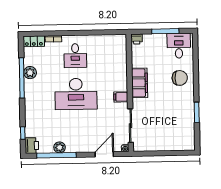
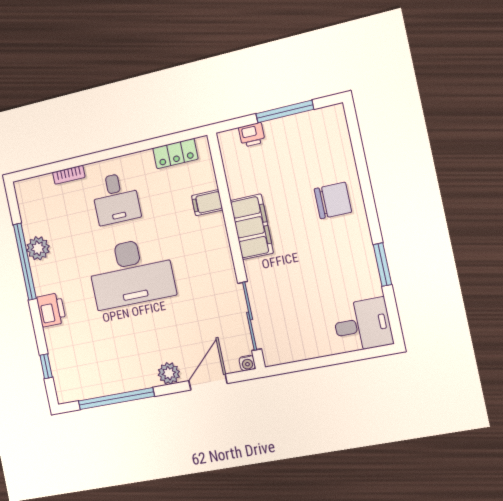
printer: (137, 39) -> (252, 135), moved
locker: (34, 41) -> (175, 154), moved
desk: (179, 46) -> (363, 325), moved, turned 90
filing cabinet: (121, 97) -> (207, 203), moved
printer: (32, 146) -> (51, 310), moved
plant: (60, 147) -> (169, 373), moved

